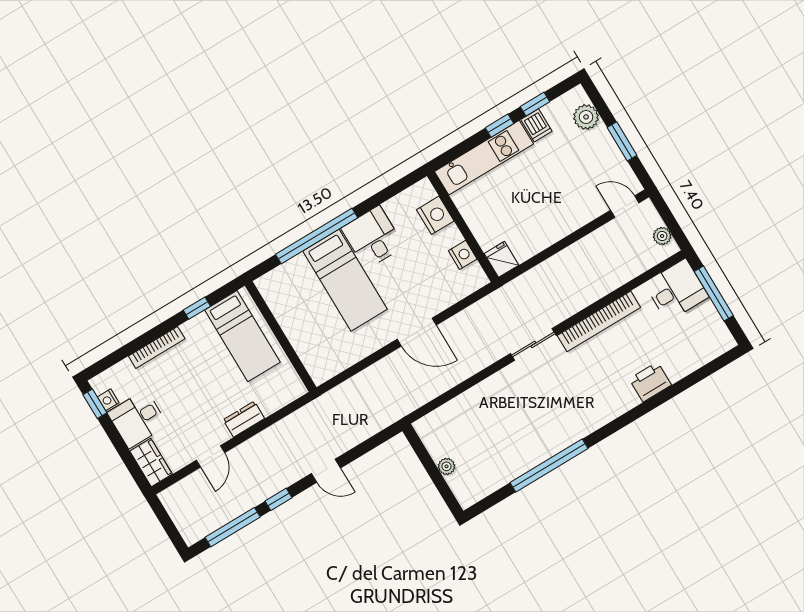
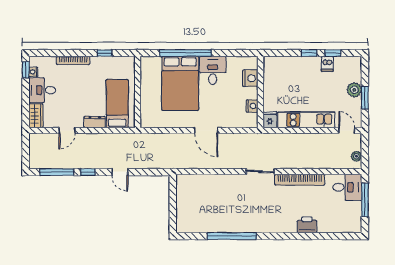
plant: (586, 117) -> (354, 90), moved
kitchen unit: (484, 158) -> (306, 120), moved, turned 180
bed: (345, 280) -> (180, 83), width x1.50
bed: (242, 336) -> (117, 104), moved, turned 180
plant: (446, 466) -> (181, 206), removed

